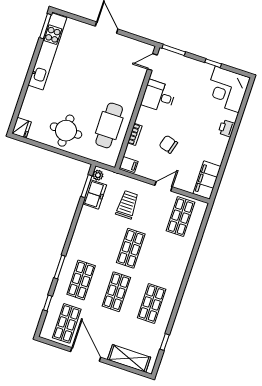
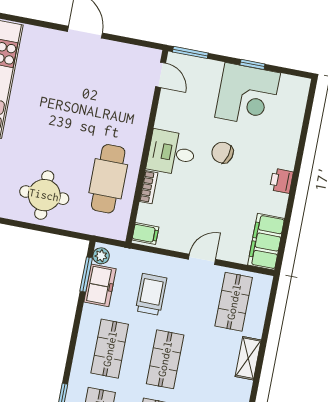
door: (152, 62) -> (161, 75), swing flipped
corner desk: (227, 89) -> (248, 95), moved, turned -90
desk: (159, 96) -> (171, 153), moved
printer: (227, 128) -> (281, 181), moved
chair: (168, 144) -> (222, 153), moved
shop shelf: (96, 237) -> (110, 349), added
shelving: (185, 255) -> (248, 358), added

